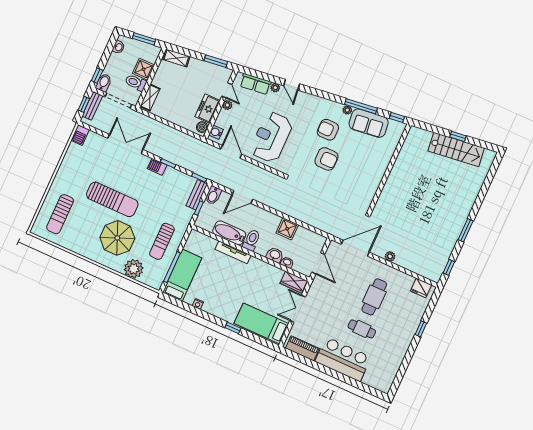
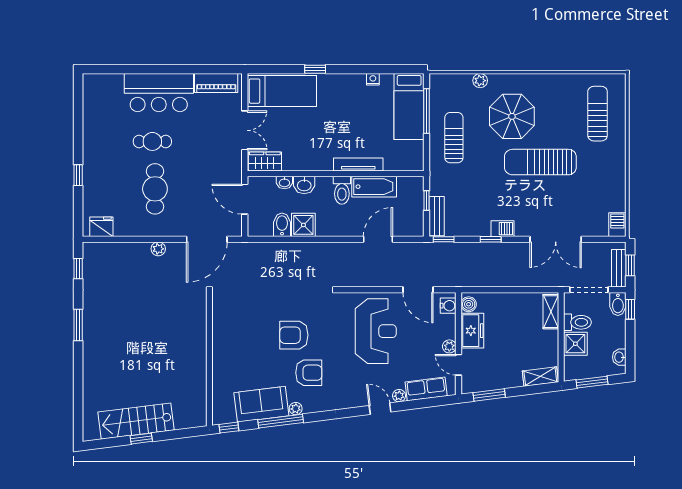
bidet: (213, 195) -> (282, 225), moved
plant: (134, 269) -> (480, 81), width x0.53, depth x0.53

